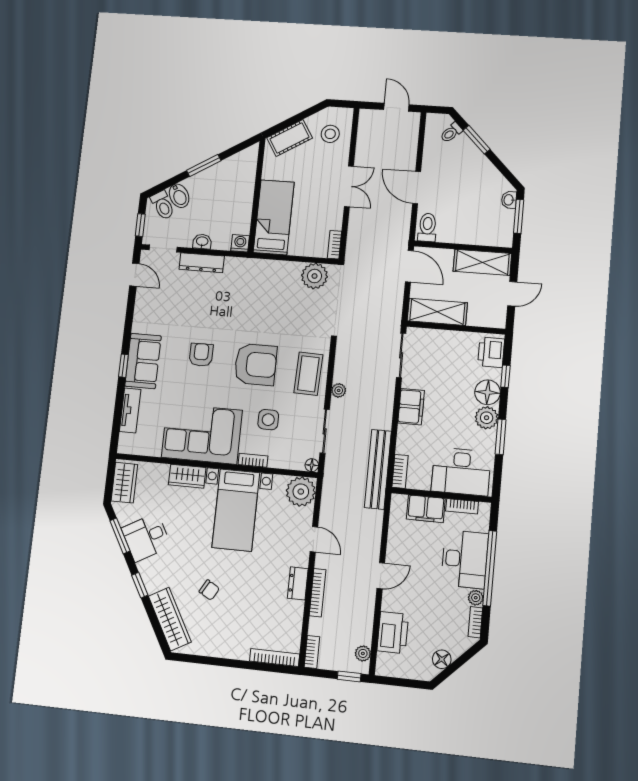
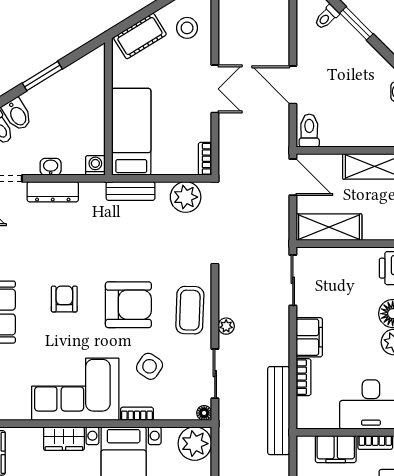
bench: (268, 267) -> (131, 191), added
side table: (268, 420) -> (150, 366), turned 34
bookcase: (400, 471) -> (303, 377), moved

